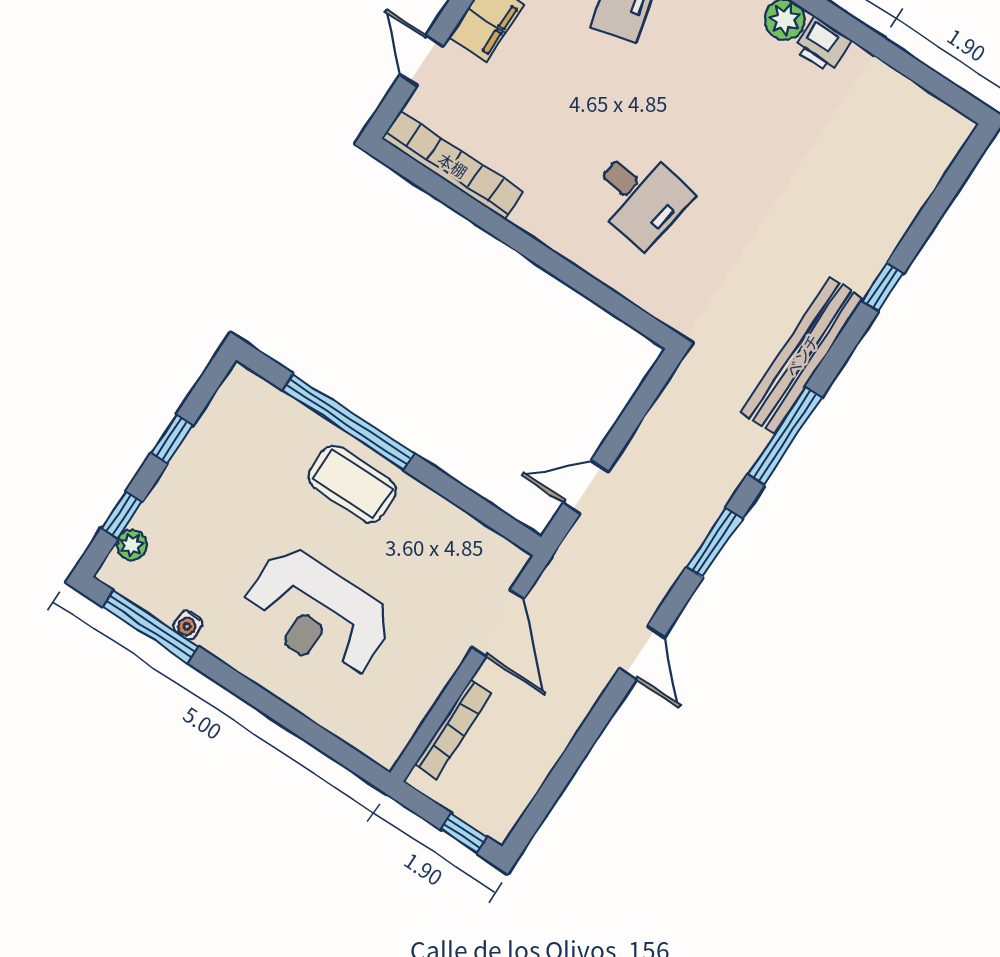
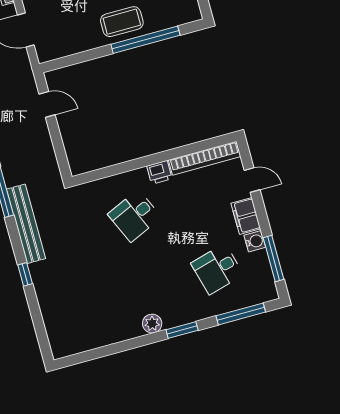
printer: (822, 45) -> (159, 172), moved, turned 180
desk: (639, 196) -> (135, 216), turned -33
door: (586, 487) -> (47, 104), hinge flipped

